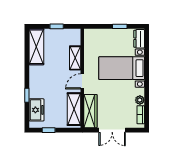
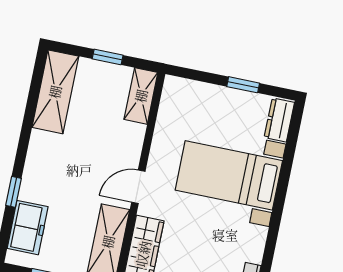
shelving: (75, 58) -> (141, 96), moved
plant: (140, 100) -> (254, 252), removed

